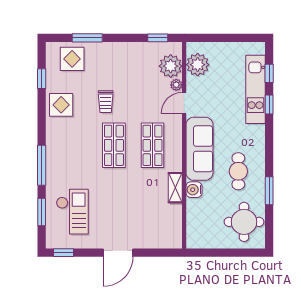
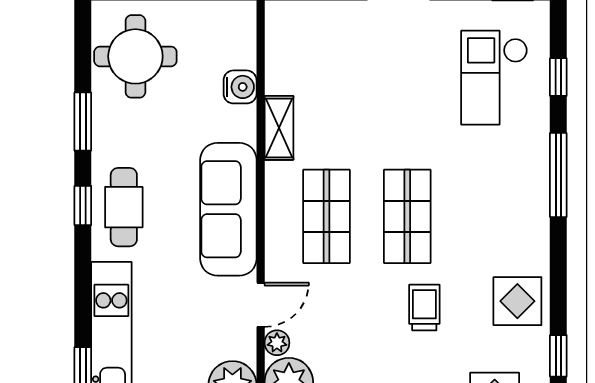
window: (269, 104) -> (83, 205), moved
cafe table: (238, 171) -> (124, 207), moved
water cooler: (194, 190) -> (240, 87), moved
window: (42, 212) -> (558, 77), width x0.67

